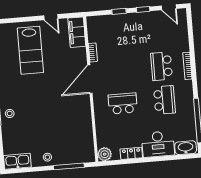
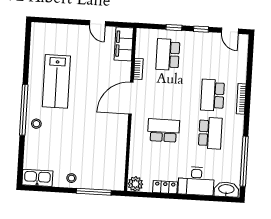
school desk: (117, 36) -> (168, 54), added
lab bench: (30, 50) -> (56, 81), moved

